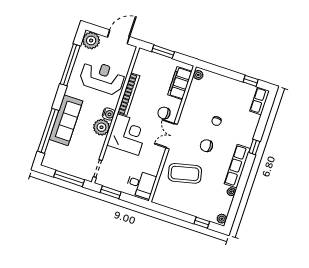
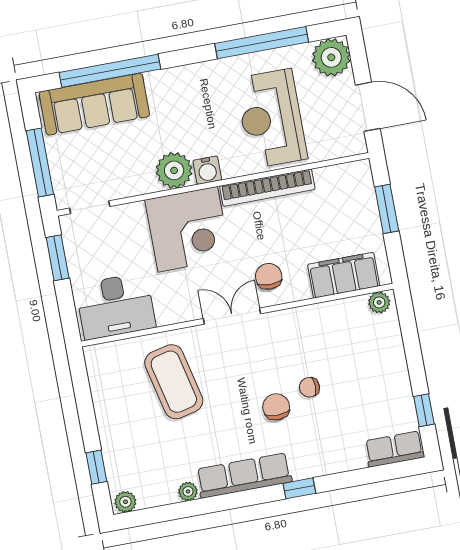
reception desk: (102, 78) -> (271, 119), turned 180
sofa: (66, 120) -> (94, 104), moved
chair: (206, 146) -> (276, 407), moved
desk: (141, 184) -> (116, 306), width x1.37

